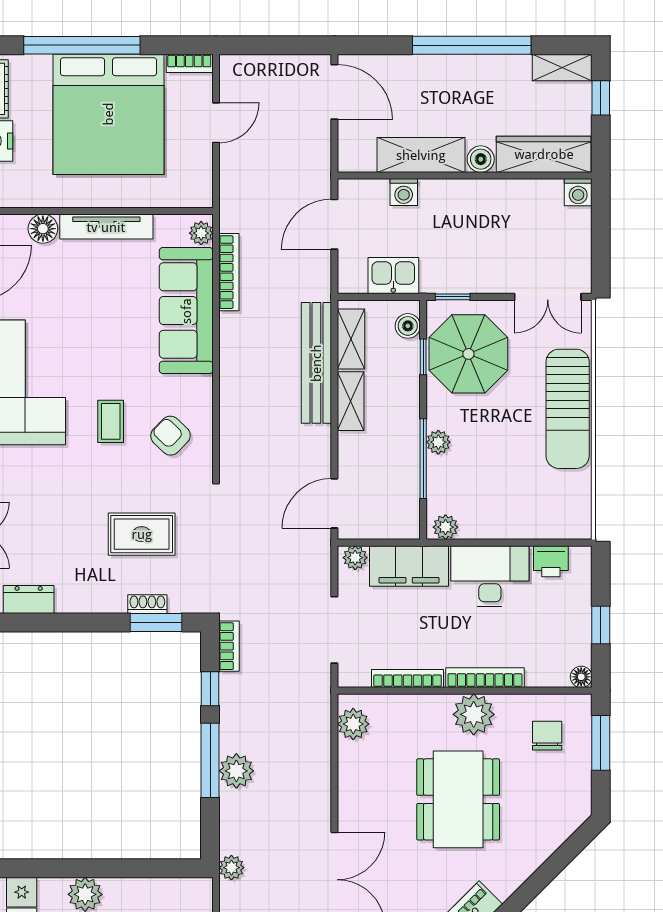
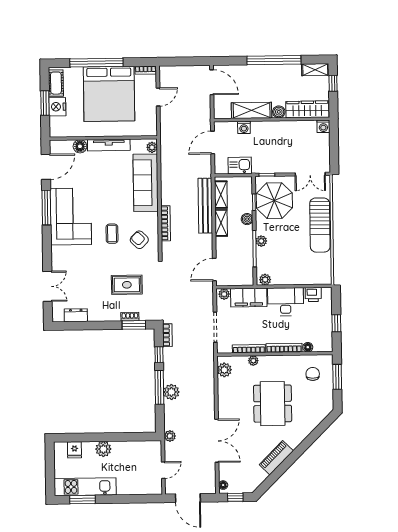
bookcase: (229, 272) -> (166, 223), moved
boiler: (408, 326) -> (247, 219), moved
floor lamp: (581, 677) -> (308, 347), moved
plant: (474, 714) -> (253, 361), moved, width x0.53, depth x0.53

